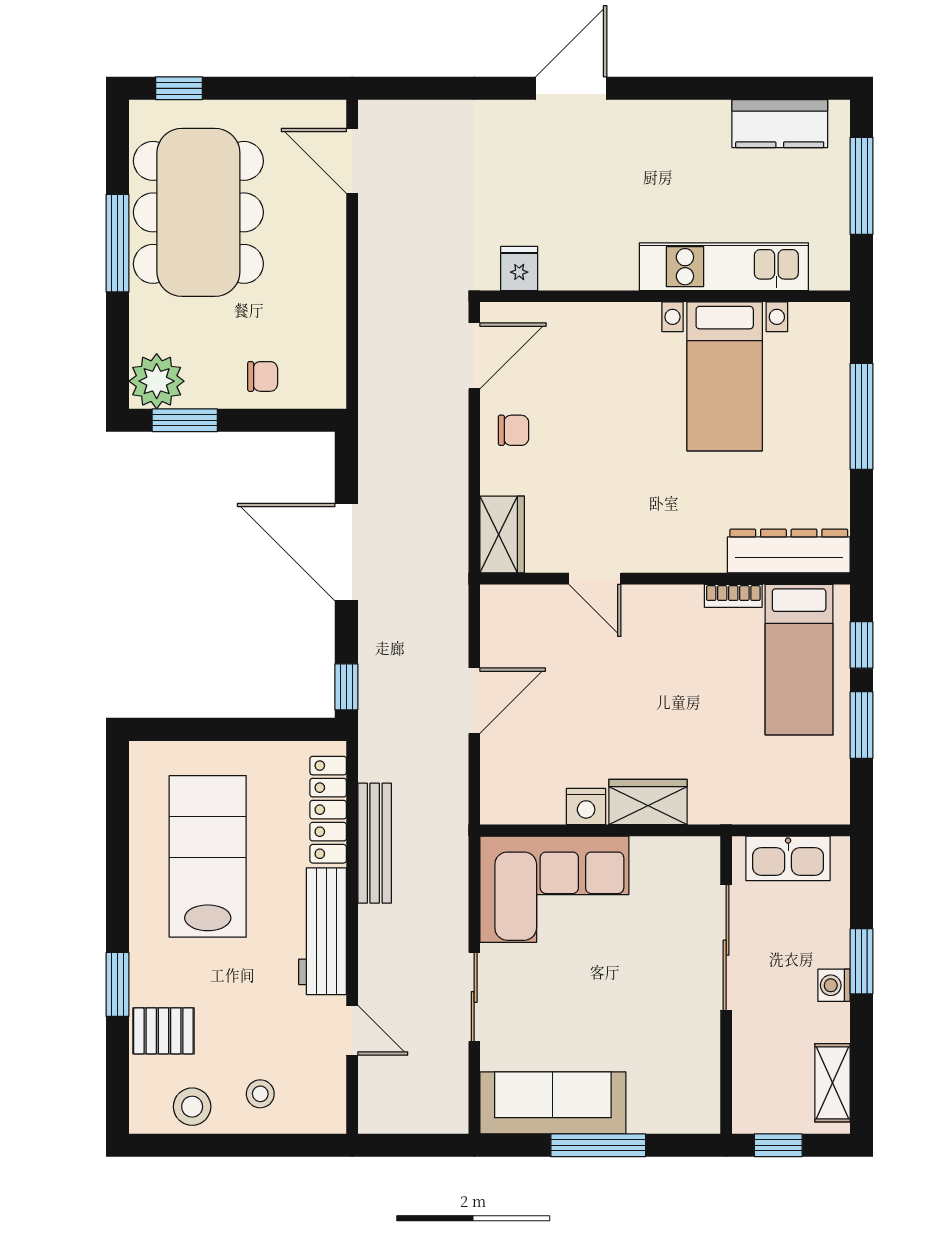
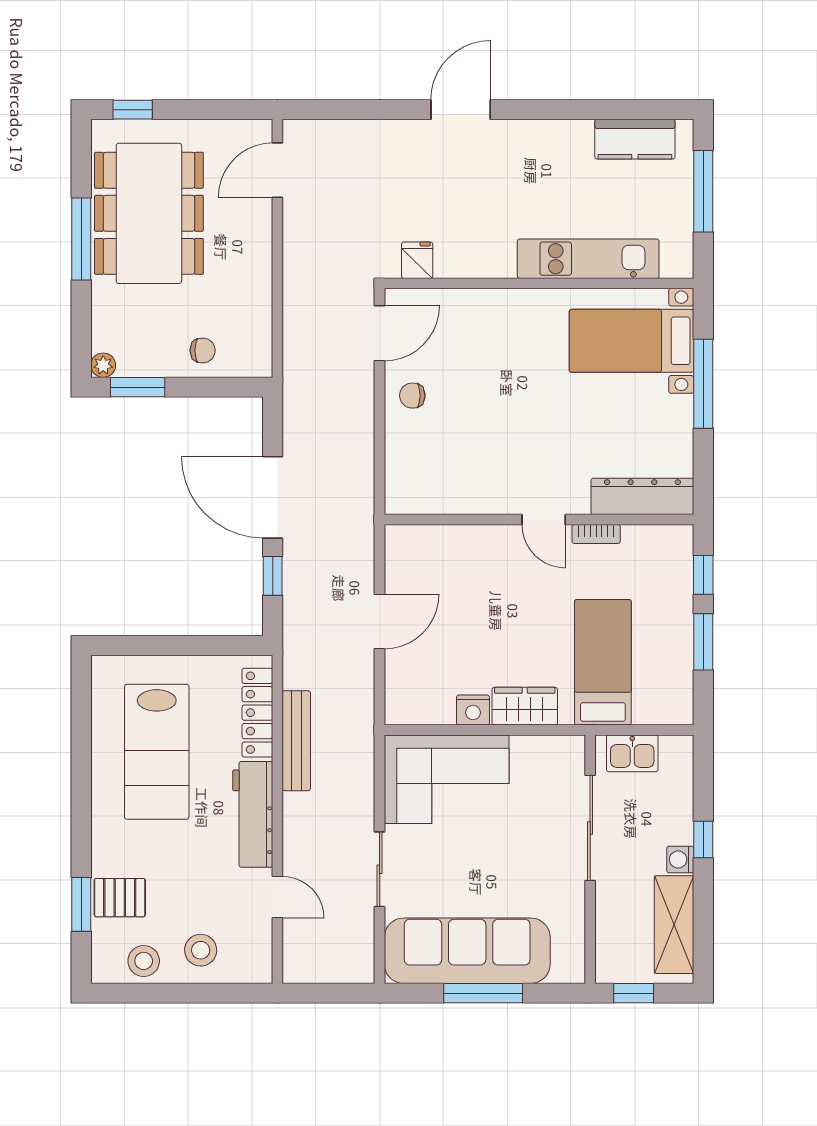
door: (352, 161) -> (277, 170), hinge flipped
bed with nightstands: (725, 376) -> (632, 341), moved, turned 90
plant: (157, 381) -> (103, 365), width x0.53, depth x0.53
chair: (513, 430) -> (412, 396), turned 180
wardrobe: (502, 535) -> (403, 483), removed
door: (595, 579) -> (544, 519), moved
bed: (799, 660) -> (603, 662), moved, turned 180
window: (346, 687) -> (273, 576), moved
lab bench: (208, 856) -> (157, 752), turned 180
kitchen sink: (788, 858) -> (632, 753), width x0.73
window: (862, 961) -> (703, 839), width x0.67
window: (117, 984) -> (81, 904), moved
shelving: (832, 1083) -> (674, 925), width x1.50, depth x1.33
stool: (260, 1094) -> (201, 950), width x1.37, depth x1.37
sofa: (553, 1103) -> (467, 951), width x1.36, depth x1.27

